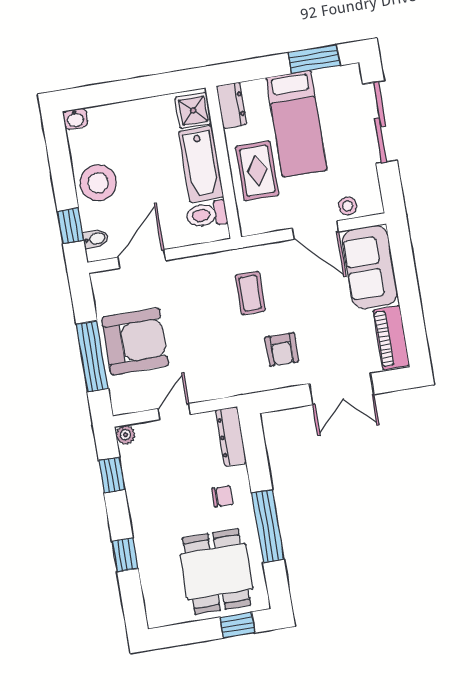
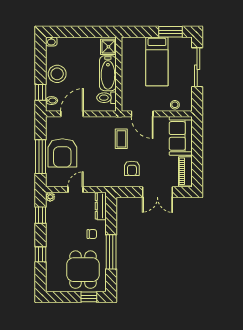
dresser: (231, 105) -> (127, 47), removed
rug: (257, 171) -> (134, 81), removed
door: (316, 230) -> (142, 114), moved
armchair: (135, 342) -> (62, 153), turned 90

